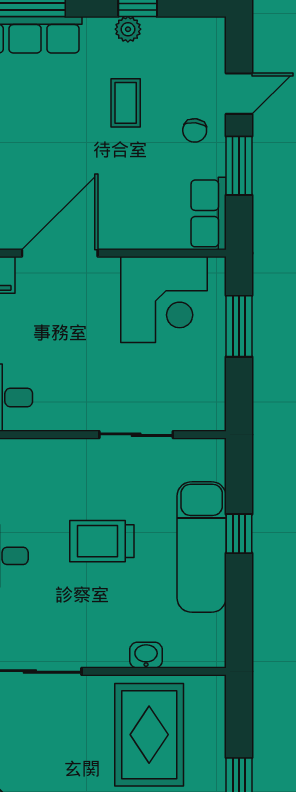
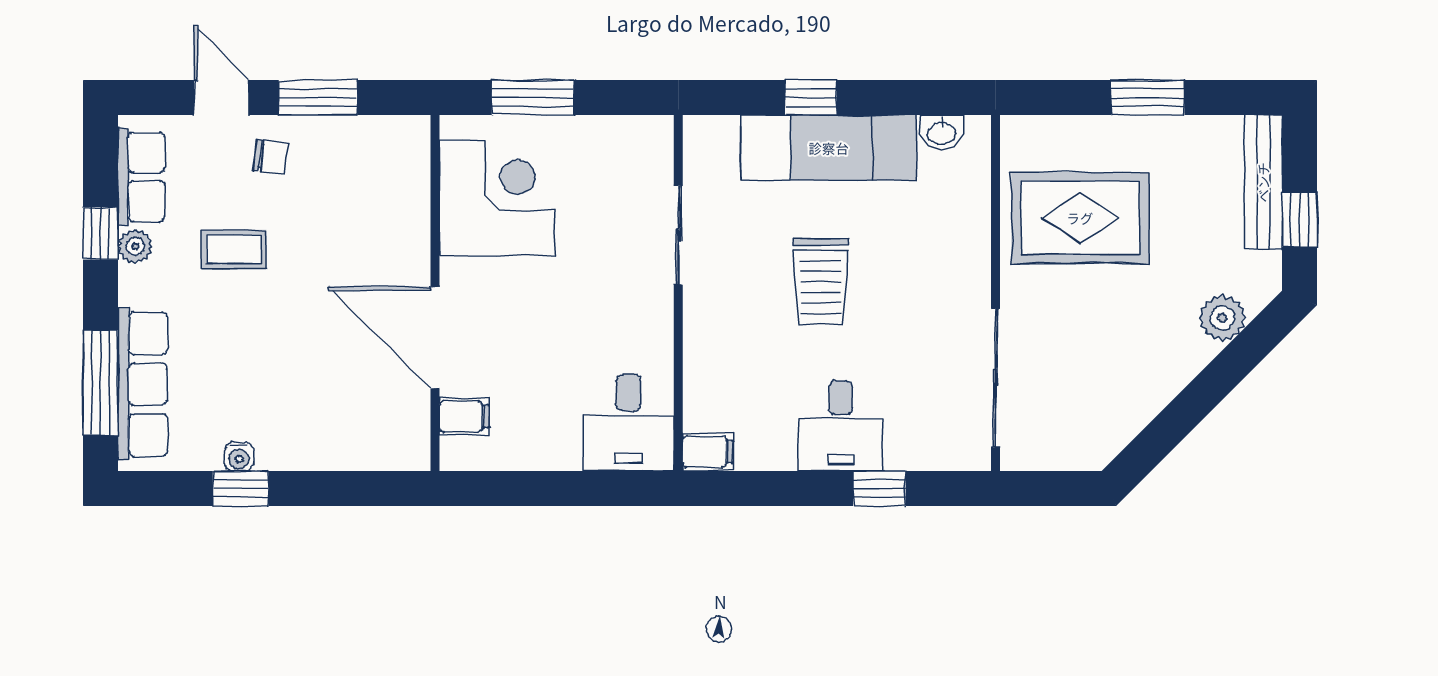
row of seats: (209, 213) -> (141, 177), moved, turned -90
washbasin: (146, 655) -> (941, 132), moved, turned -90

